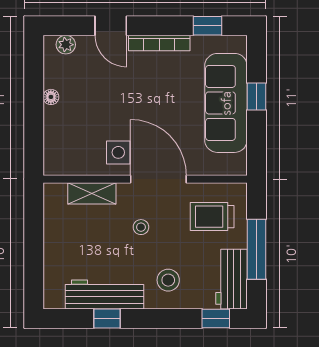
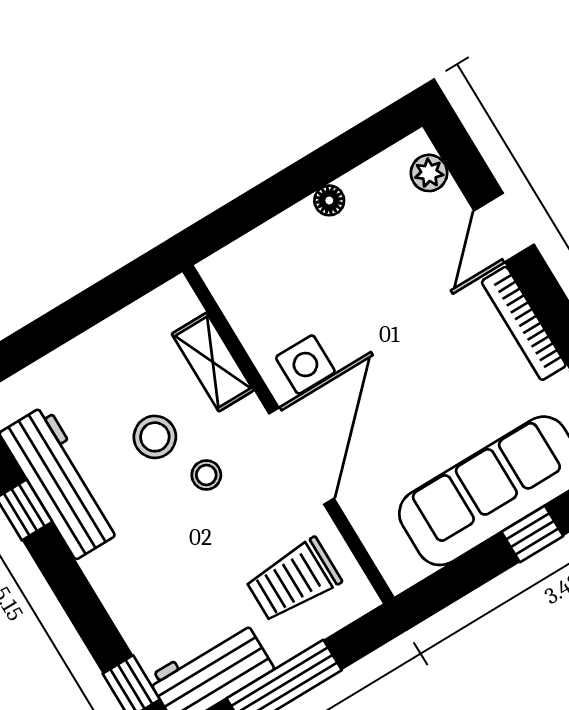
trolley: (212, 217) -> (293, 580), turned -90
stool: (168, 280) -> (155, 437), moved

